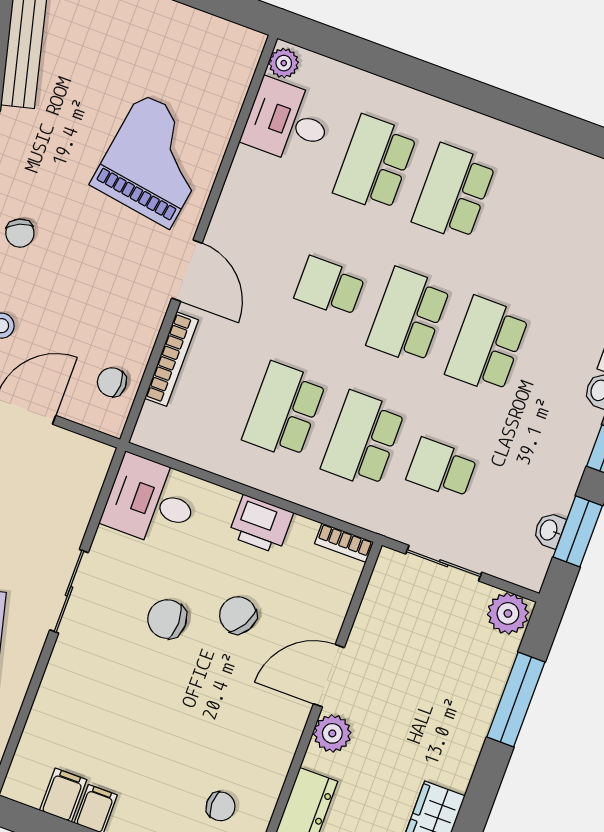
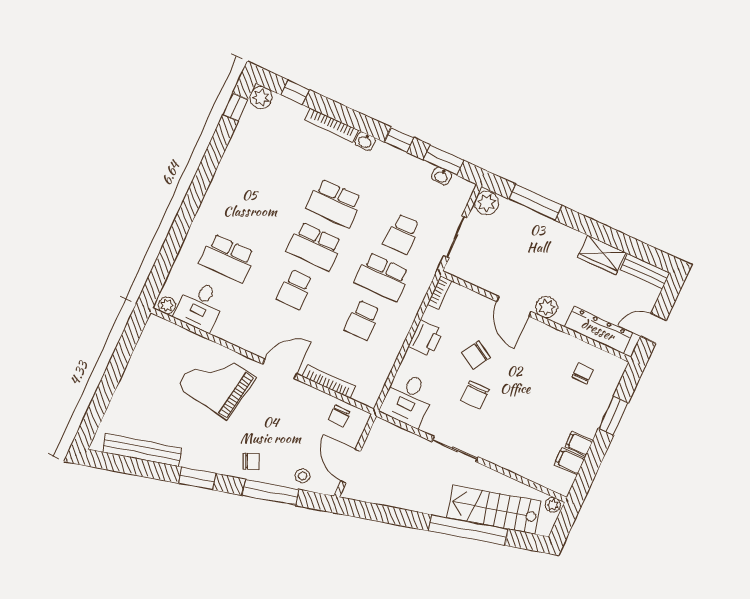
school desk: (454, 192) -> (247, 215), removed
school desk: (284, 410) -> (363, 320), width x0.54

